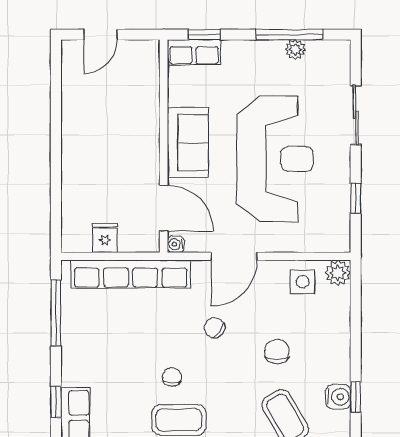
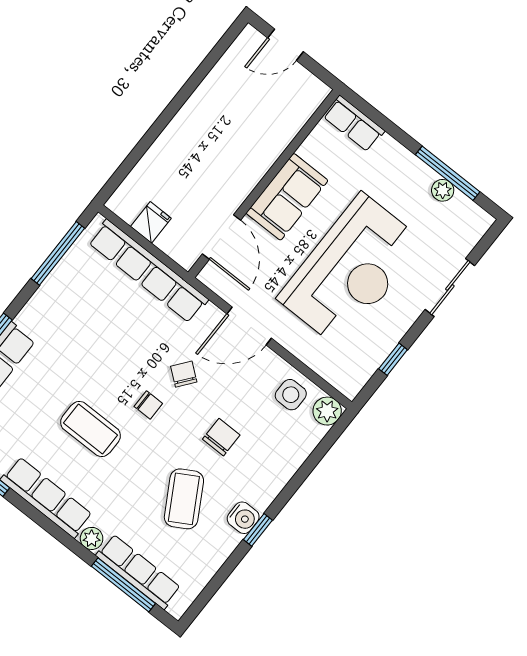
window: (204, 35) -> (375, 115), removed
water cooler: (176, 244) -> (207, 276), removed
chair: (172, 377) -> (148, 405), moved, turned 90

